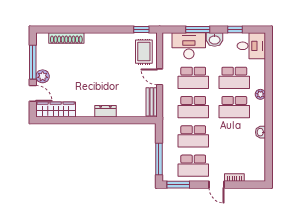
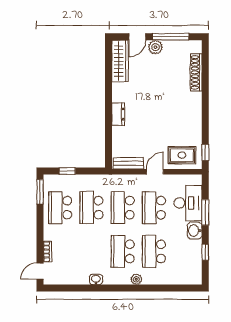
desk: (251, 46) -> (188, 270), removed
window: (159, 159) -> (67, 171), width x0.46
door: (216, 185) -> (40, 271), moved

